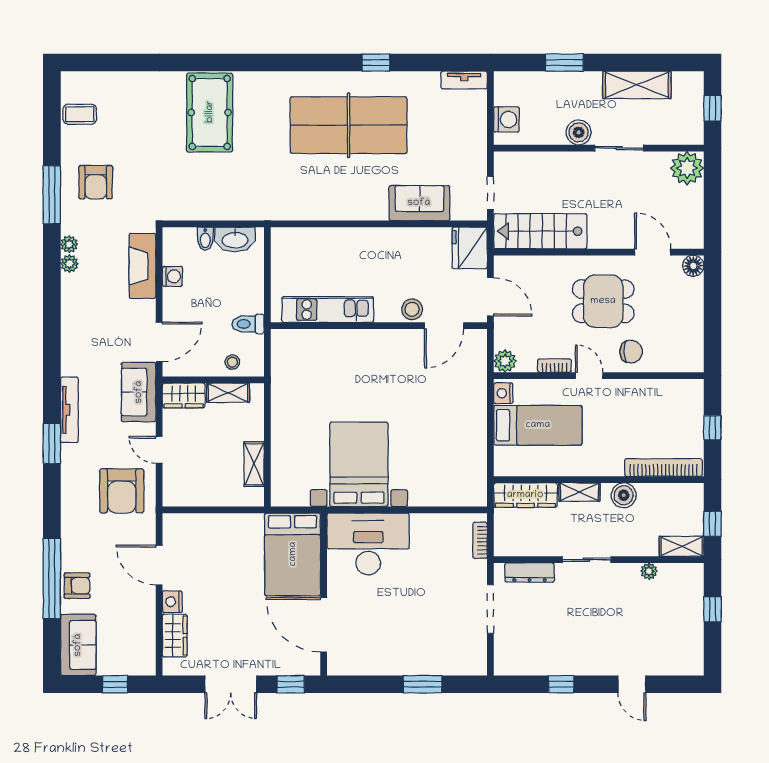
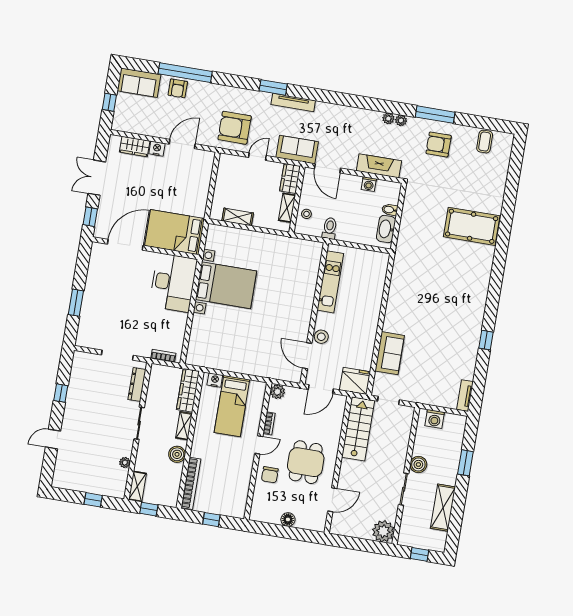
table tennis table: (349, 125) -> (448, 315), removed
floor lamp: (693, 266) -> (288, 519), moved
nightstand: (503, 393) -> (215, 380), moved

